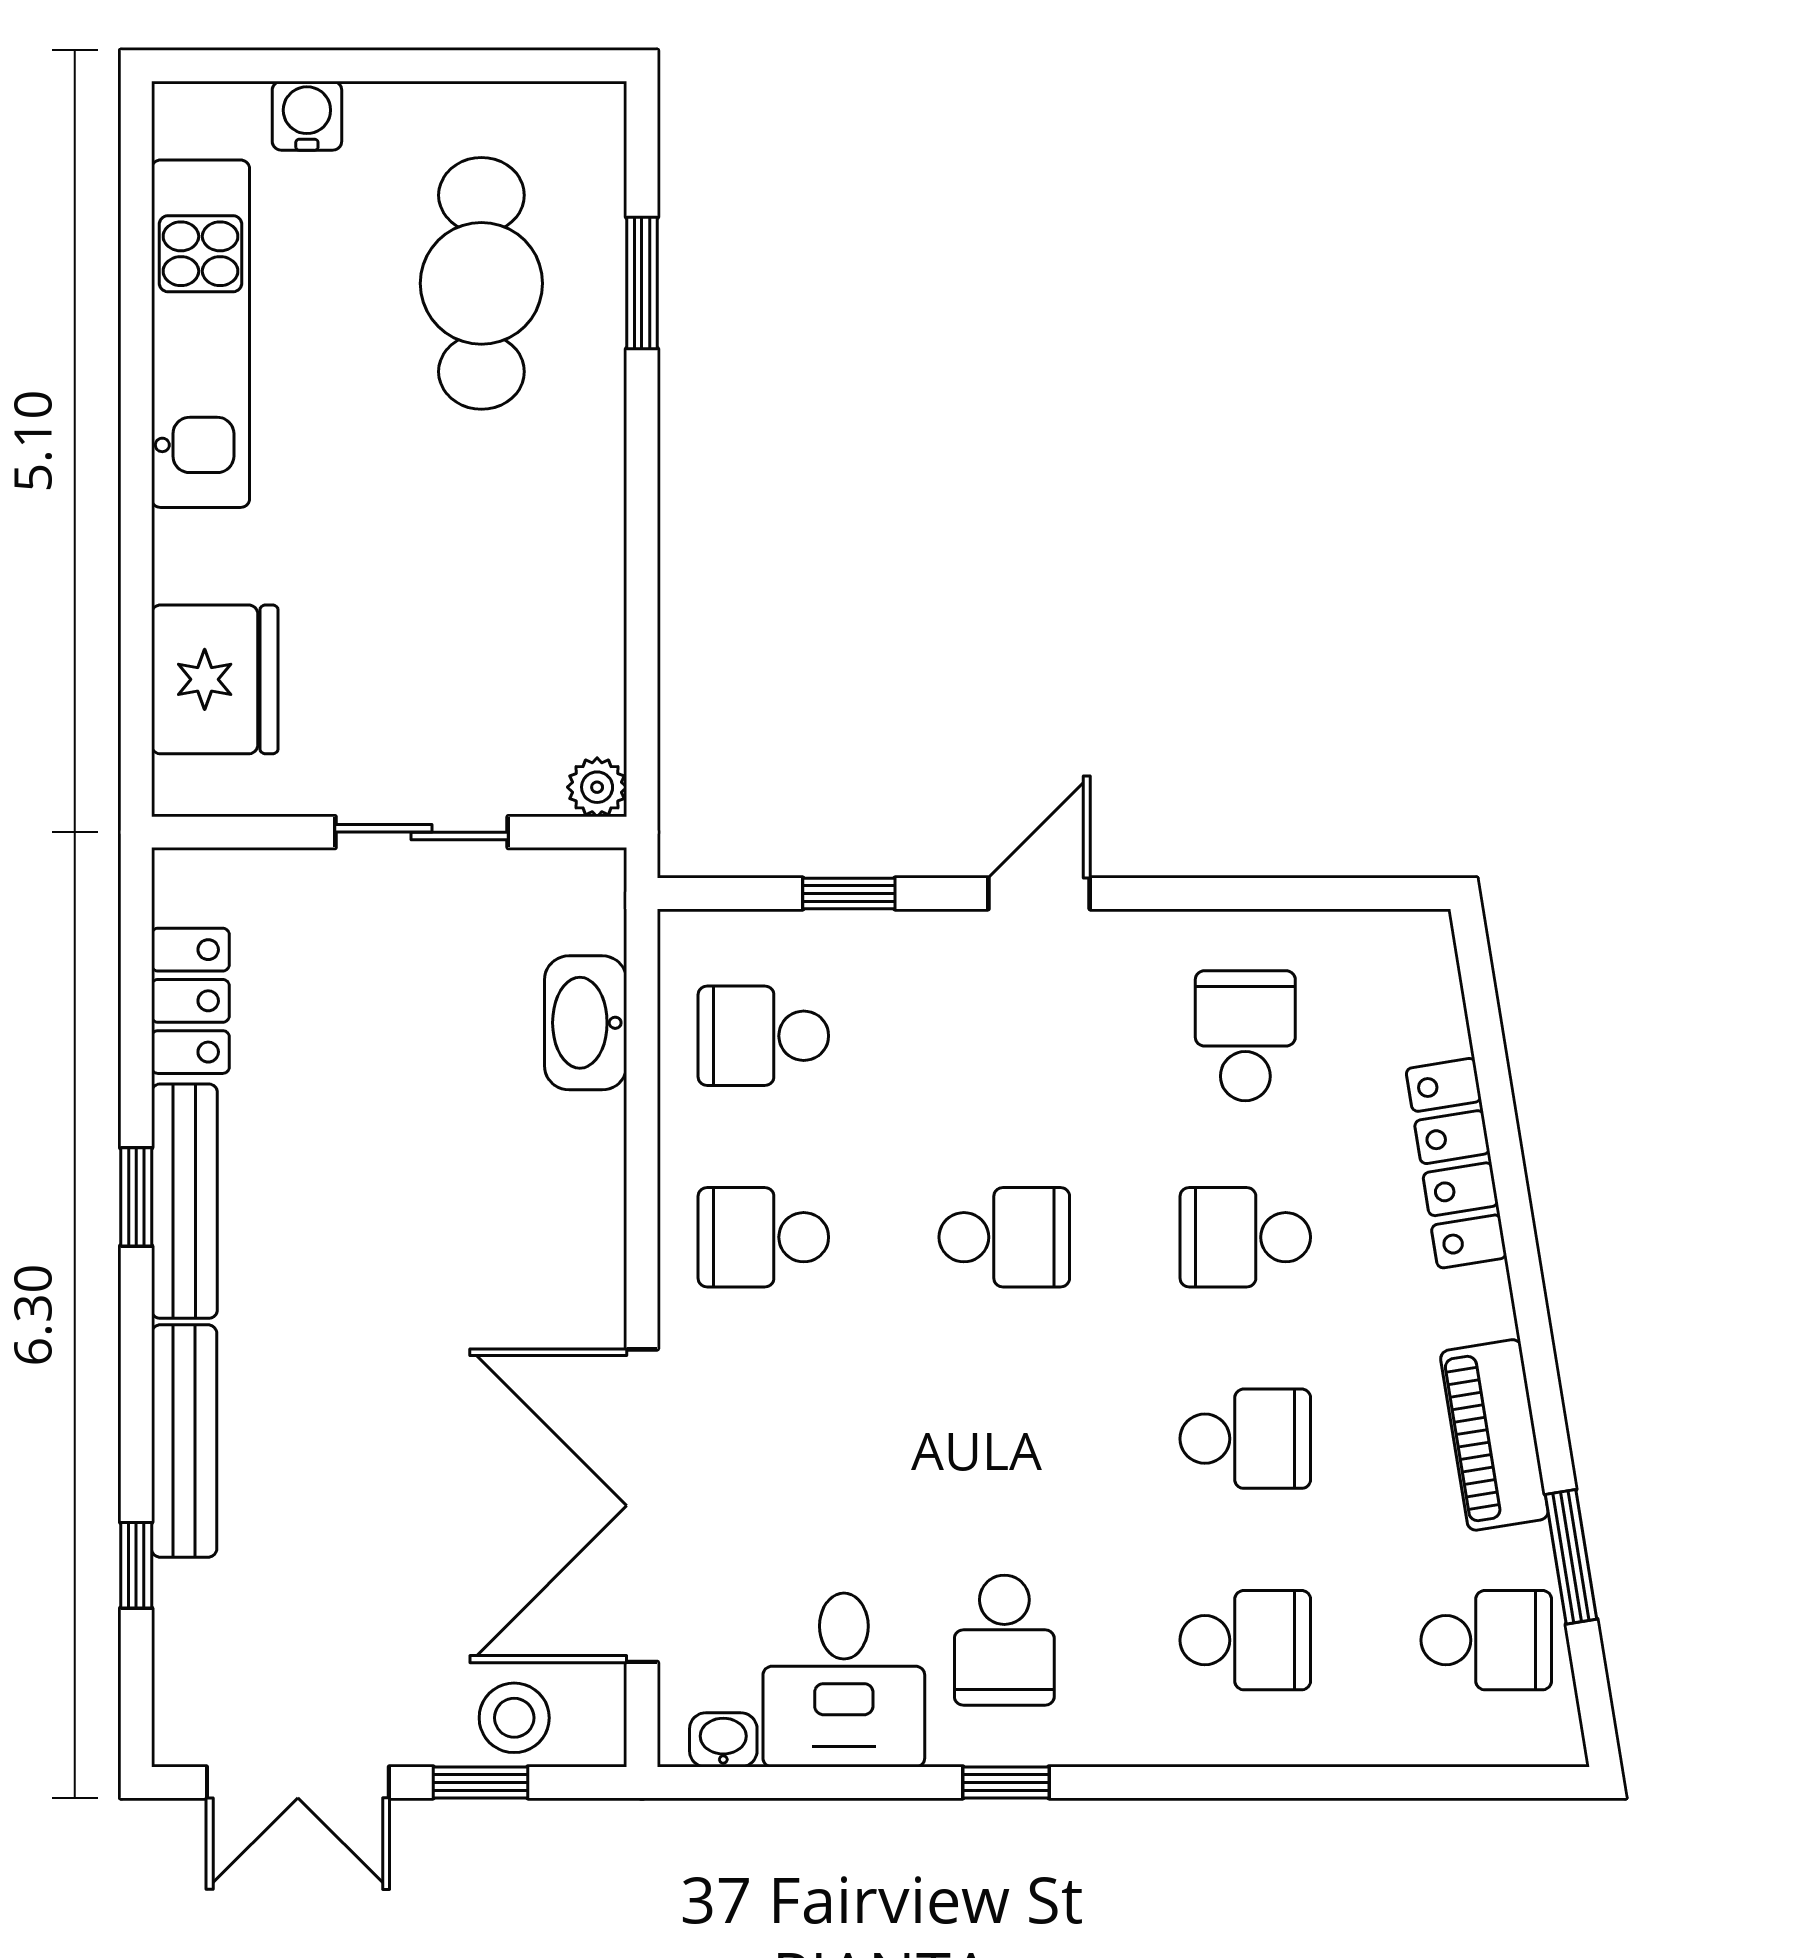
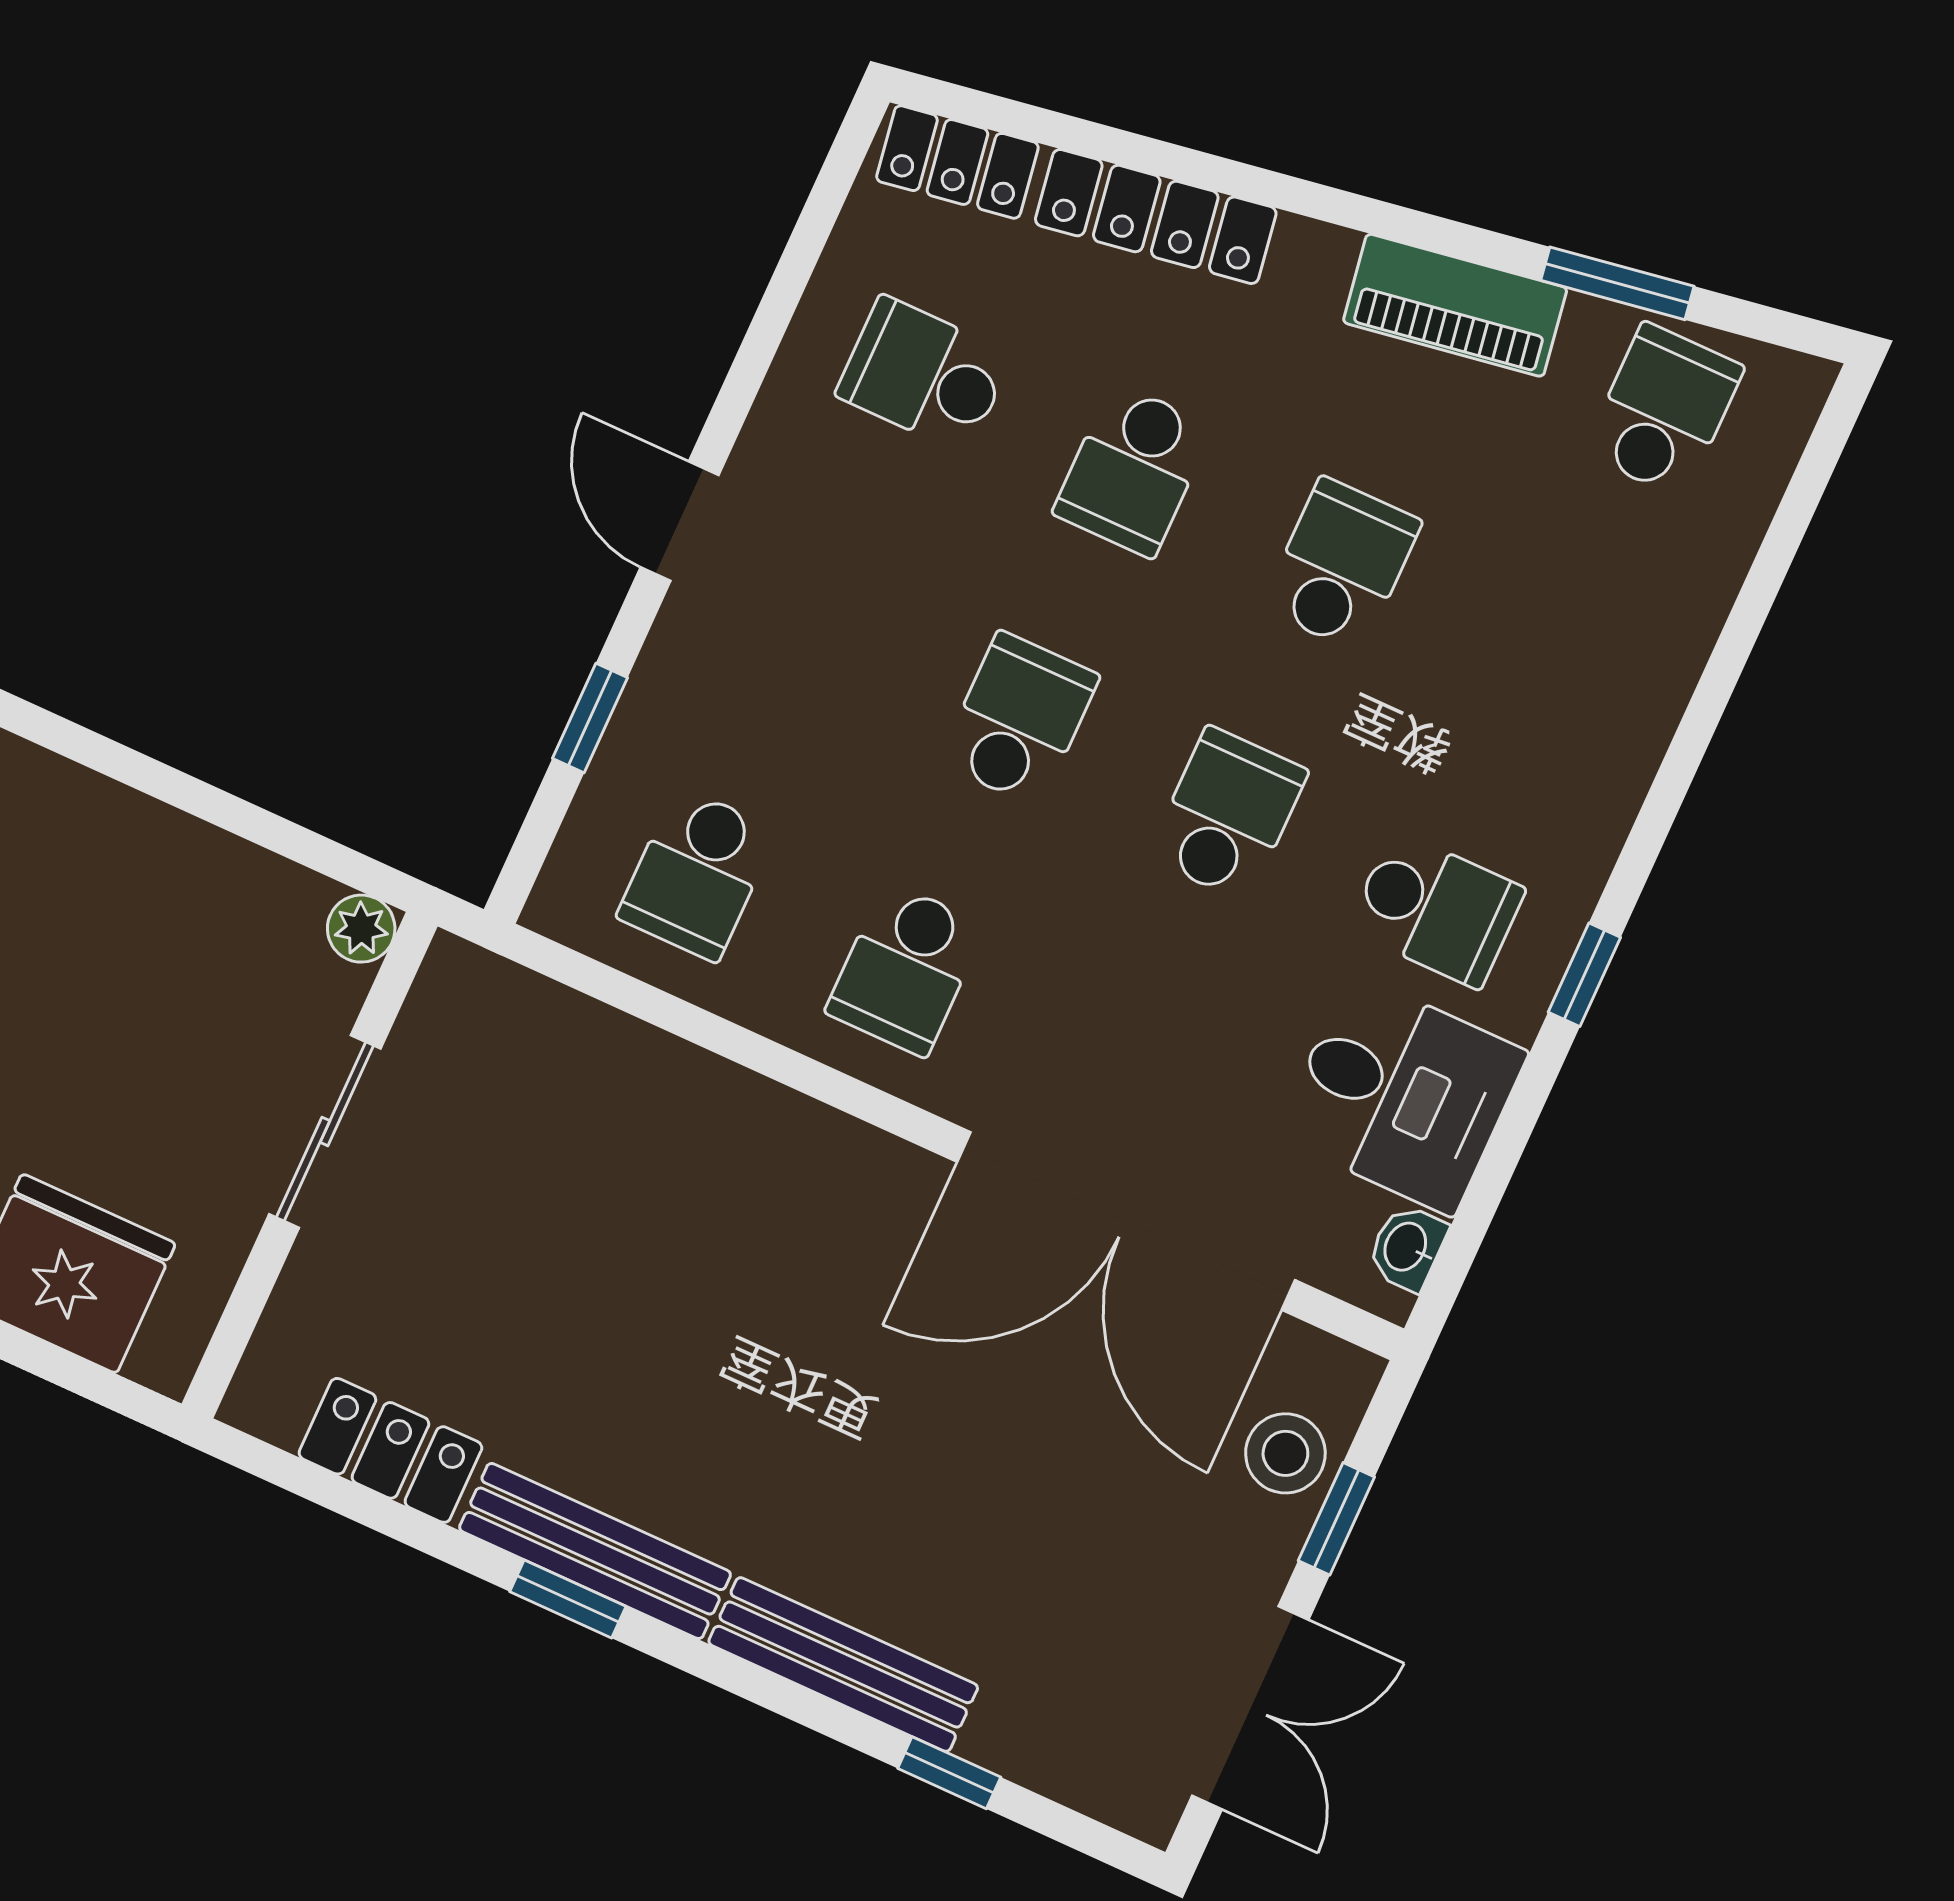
locker: (1428, 985) -> (957, 162), added
washbasin: (586, 1023) -> (600, 1052), removed
school desk: (1245, 1640) -> (1228, 814), moved

